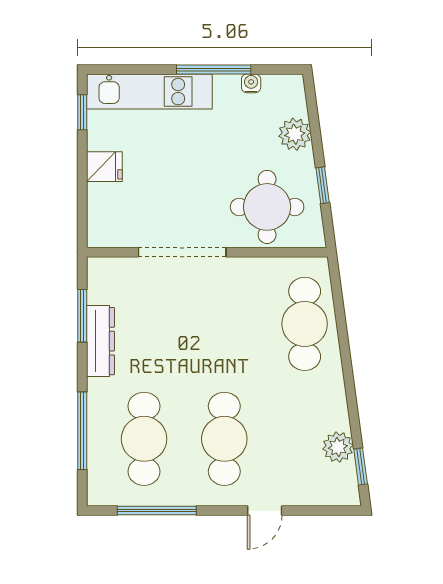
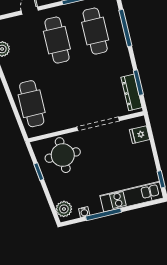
plant: (295, 134) -> (64, 209), moved
fridge: (104, 167) -> (139, 135), moved
dresser: (100, 341) -> (131, 92), moved

